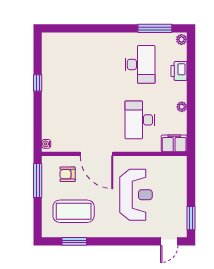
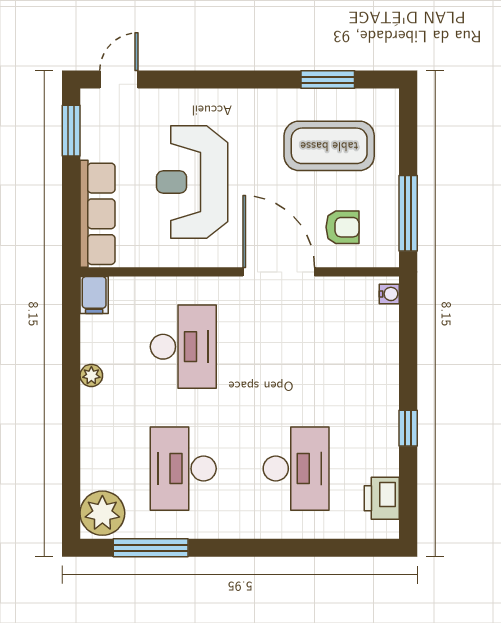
plant: (181, 39) -> (102, 513), width x1.87, depth x1.87
desk: (89, 64) -> (296, 469), added
printer: (179, 71) -> (382, 498), moved, turned 180
filing cabinet: (174, 143) -> (94, 295), width x0.50
row of seats: (179, 180) -> (97, 214), added

